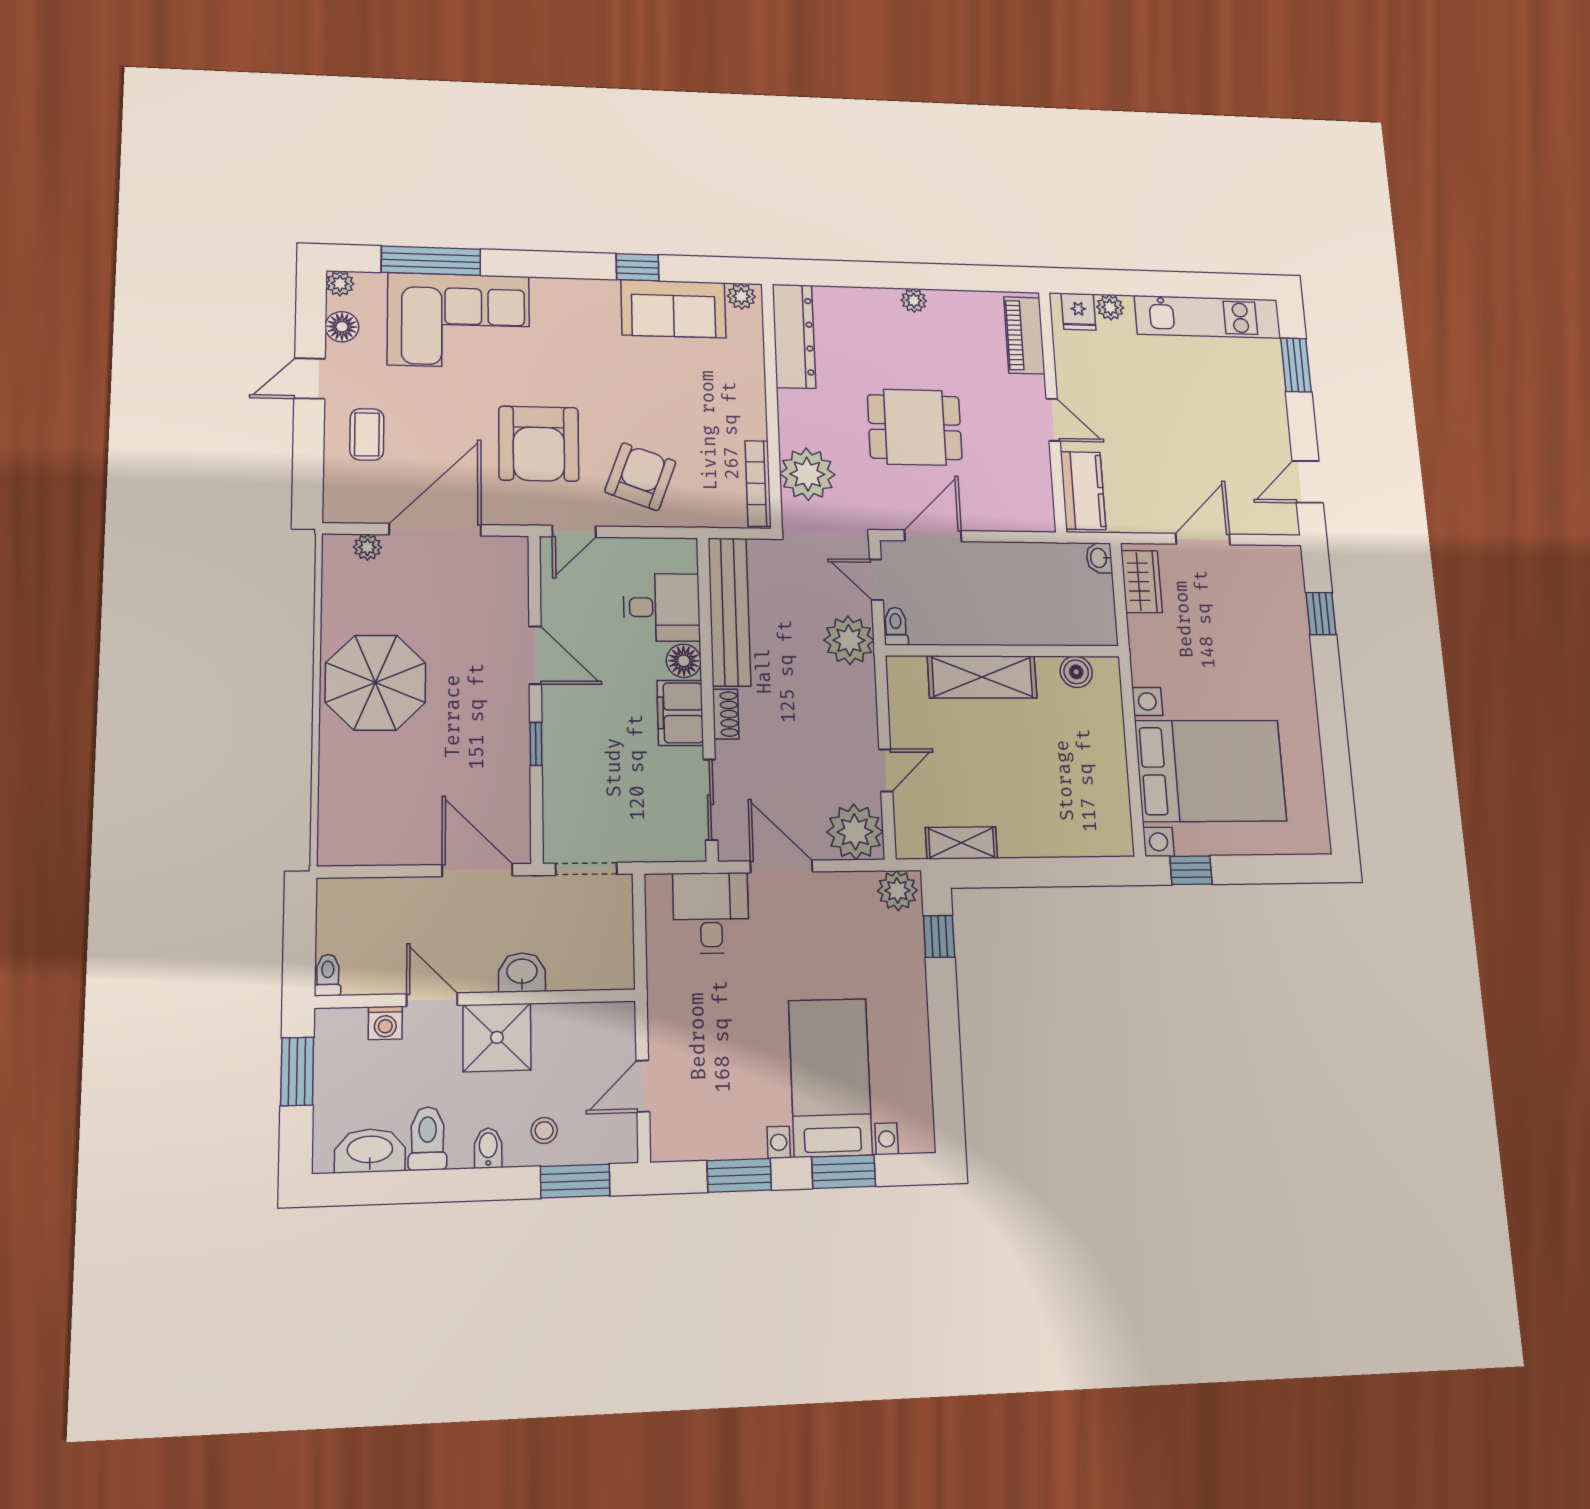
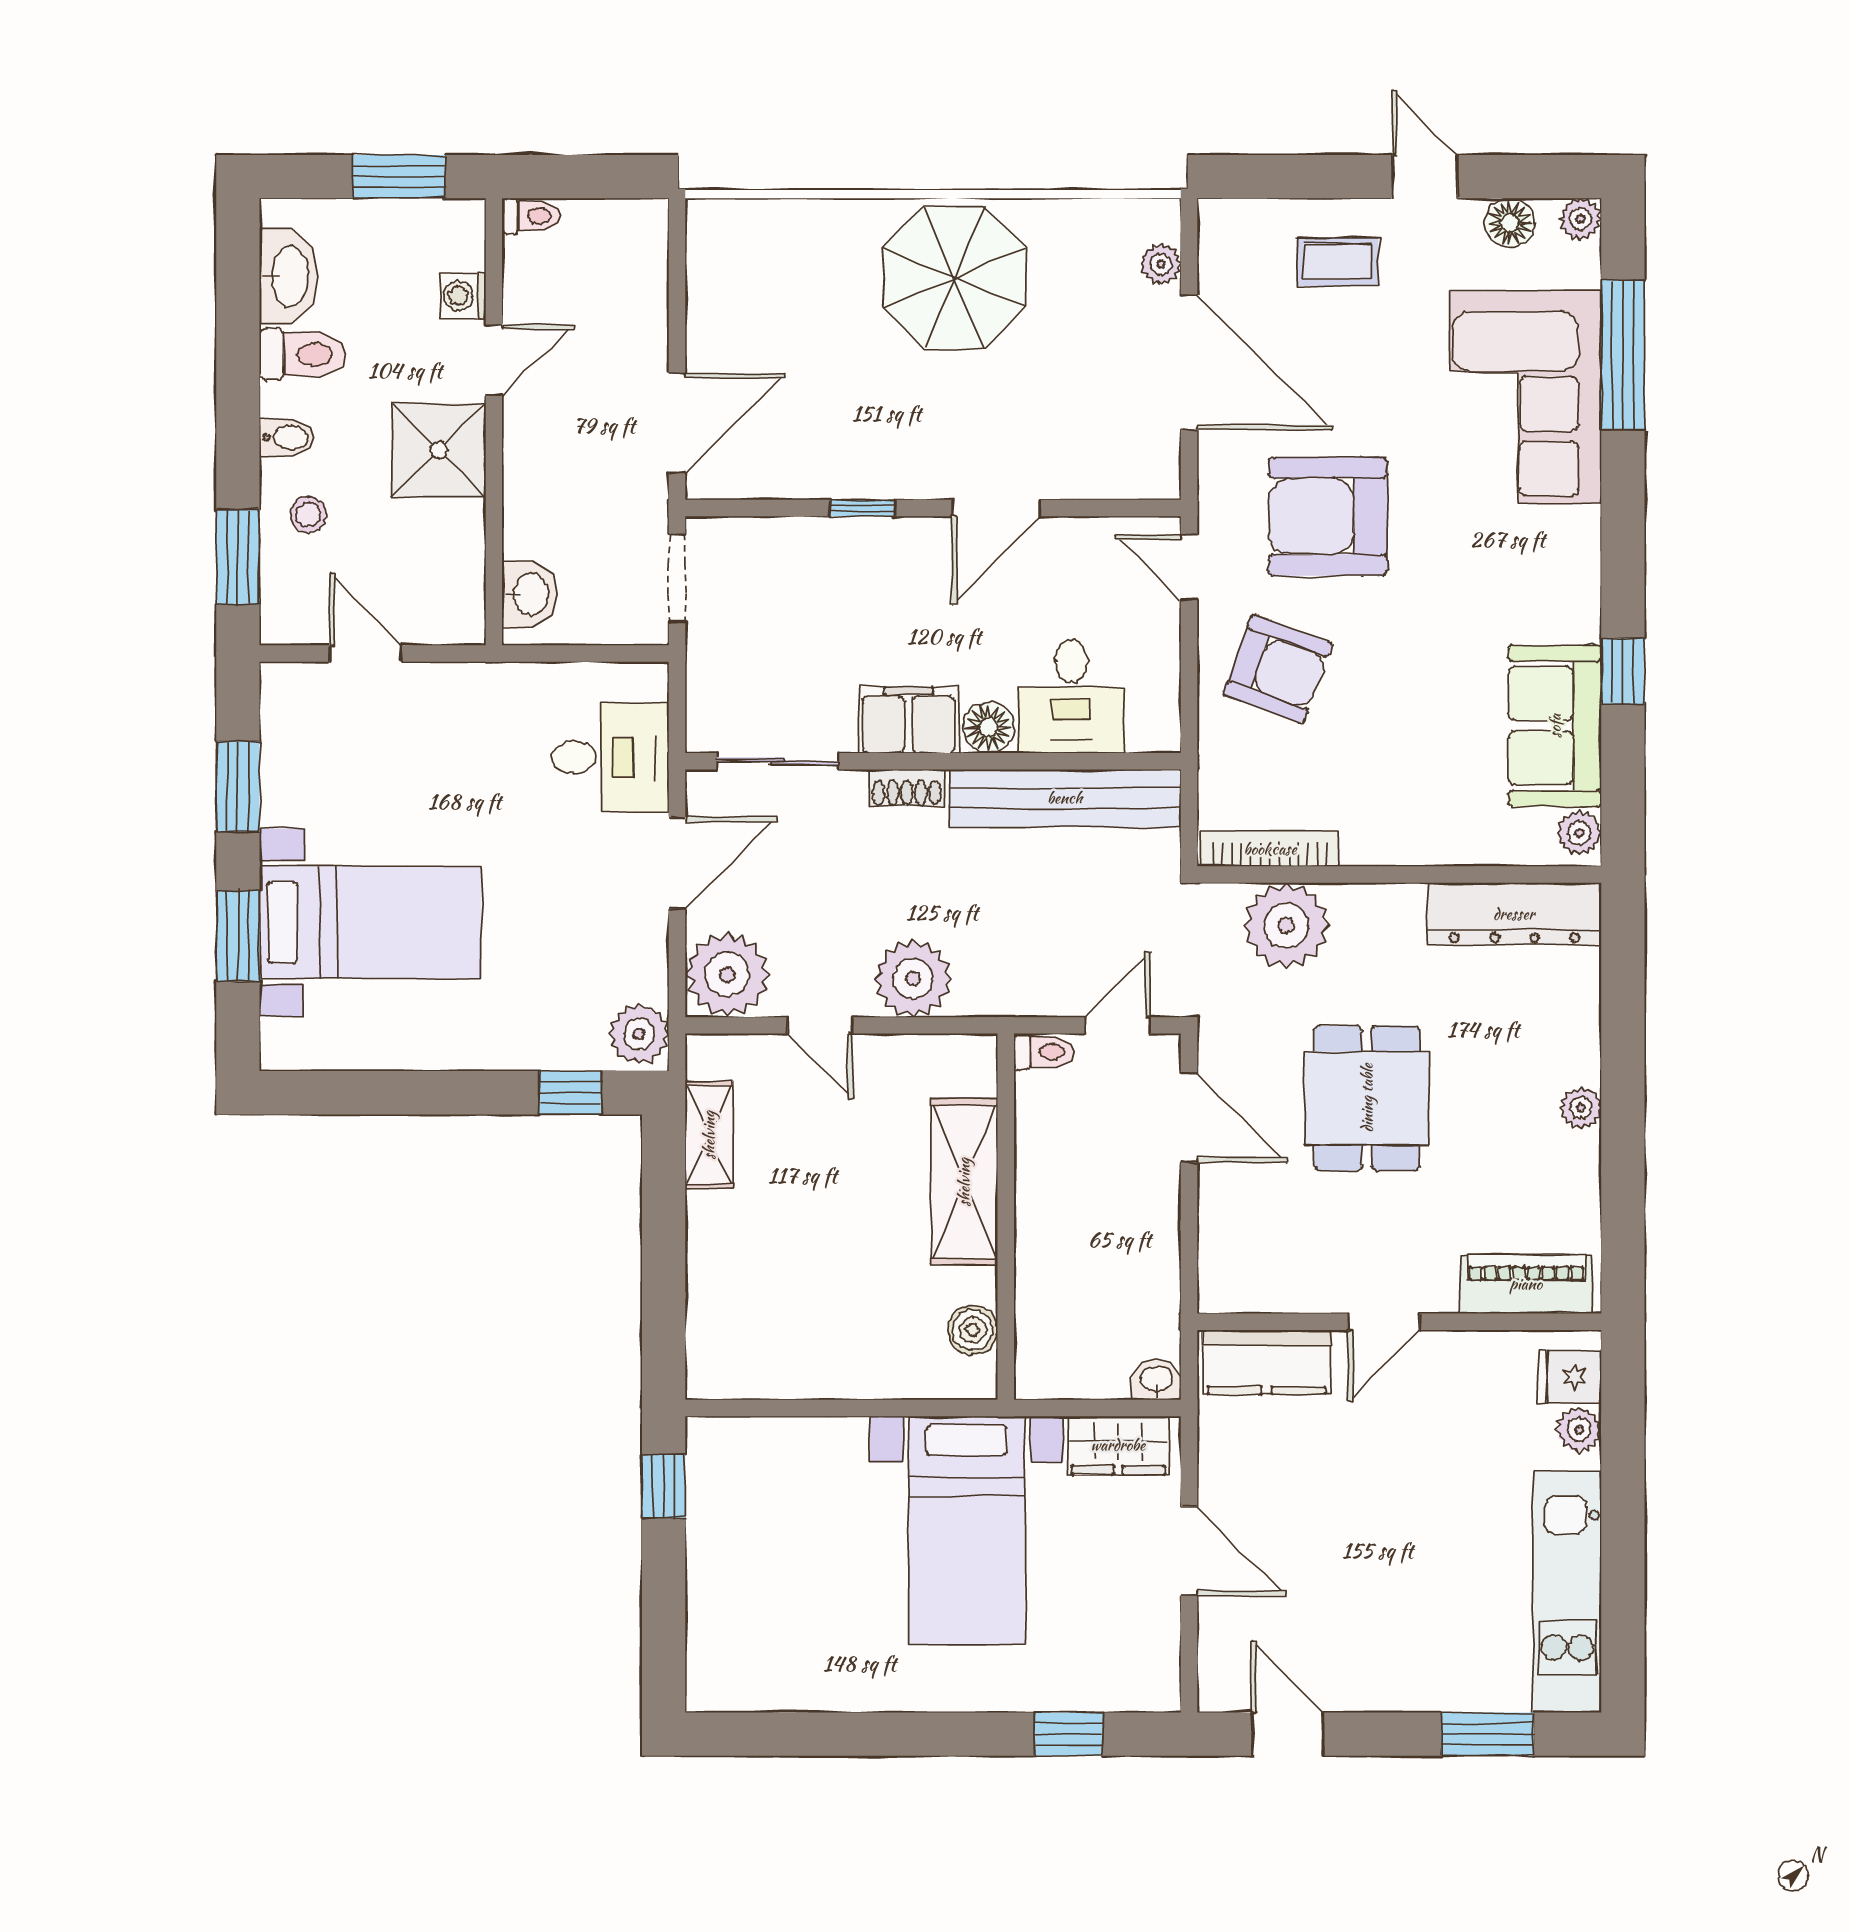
plant: (849, 640) -> (913, 979), moved
bed with nightstands: (1211, 771) -> (967, 1531), moved, width x0.73
washbasin: (522, 972) -> (530, 594), moved

